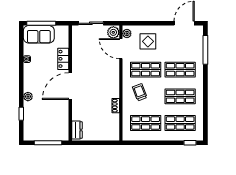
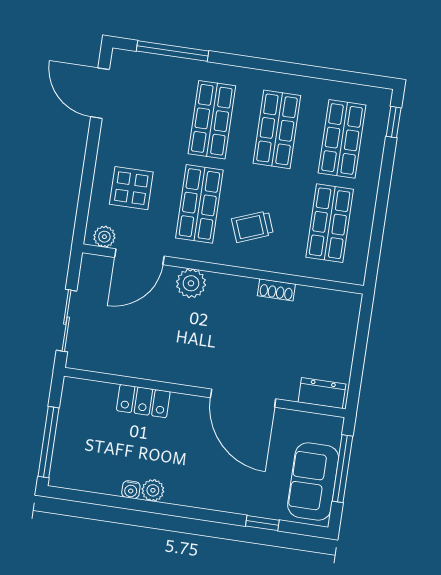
plant: (113, 32) -> (191, 283), moved
sofa: (39, 34) -> (313, 481), moved, turned 180
door: (70, 86) -> (243, 398), moved
plant: (28, 97) -> (153, 490), moved

